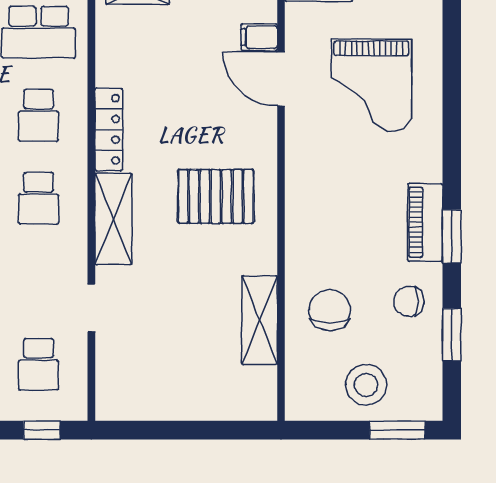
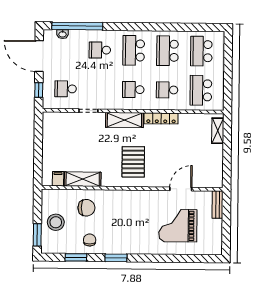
filing cabinet: (259, 37) -> (58, 179), moved
piano: (425, 222) -> (122, 247), removed

